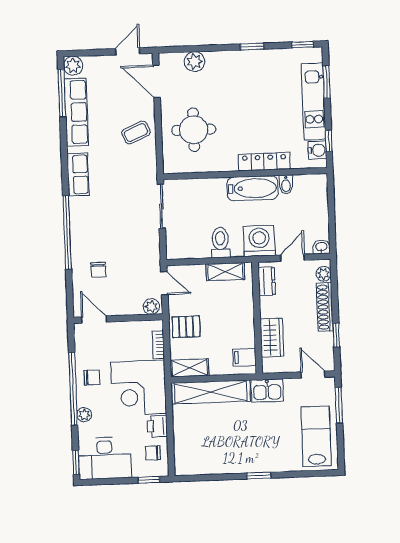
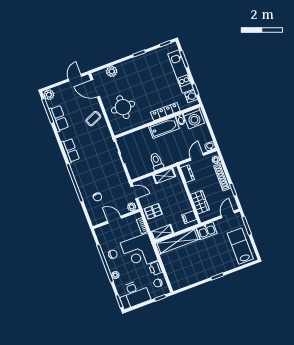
row of seats: (76, 112) -> (59, 118), width x0.68
washing machine: (259, 241) -> (194, 118), moved, turned 180
door: (94, 320) -> (114, 220), moved
door: (313, 375) -> (228, 214), hinge flipped

